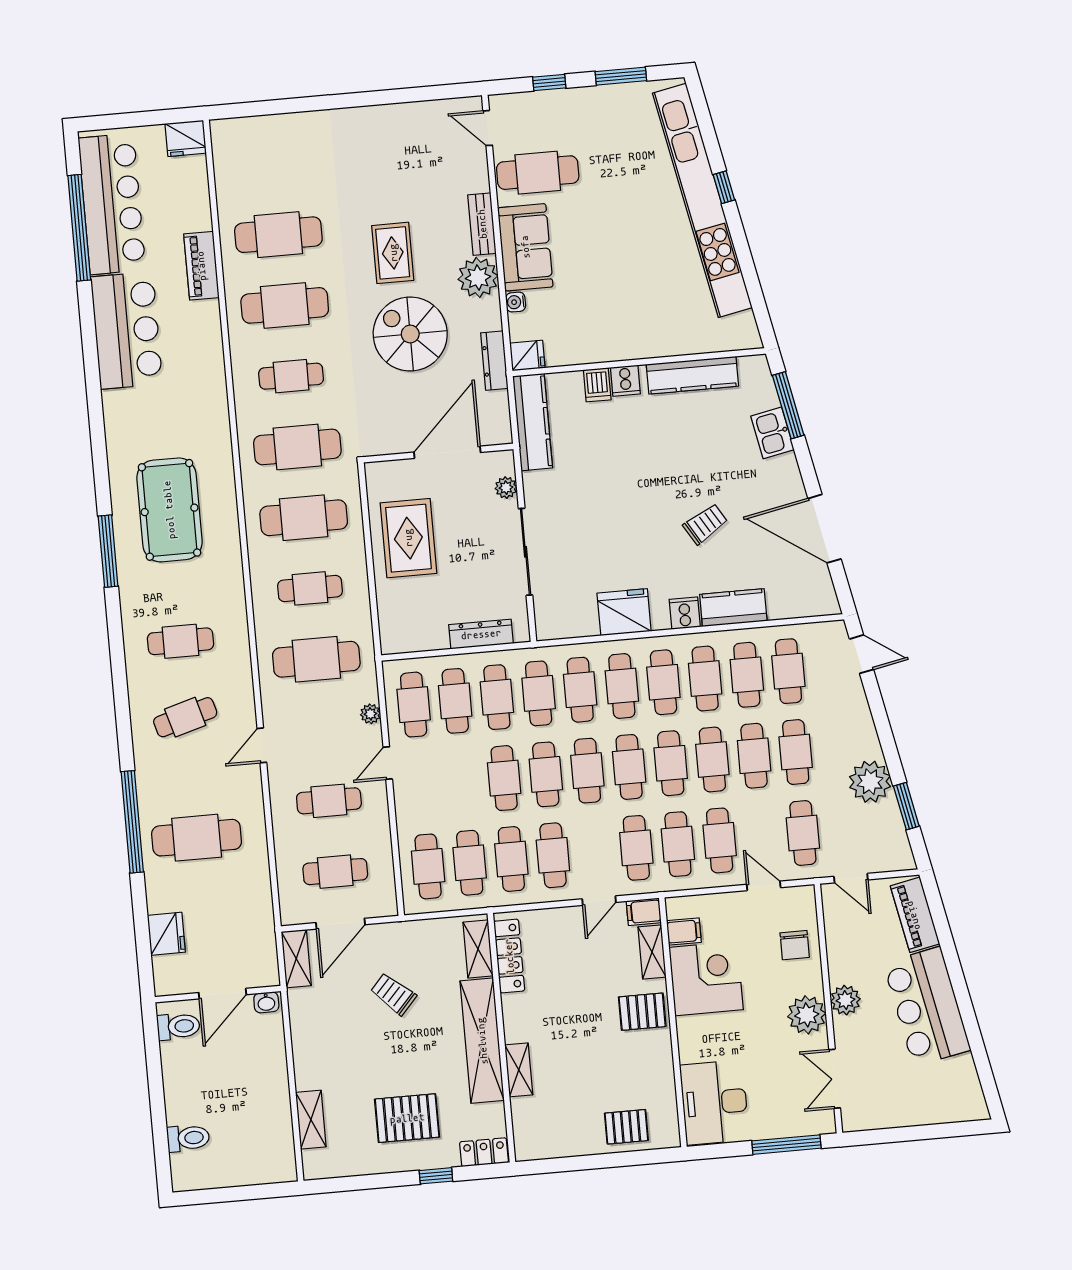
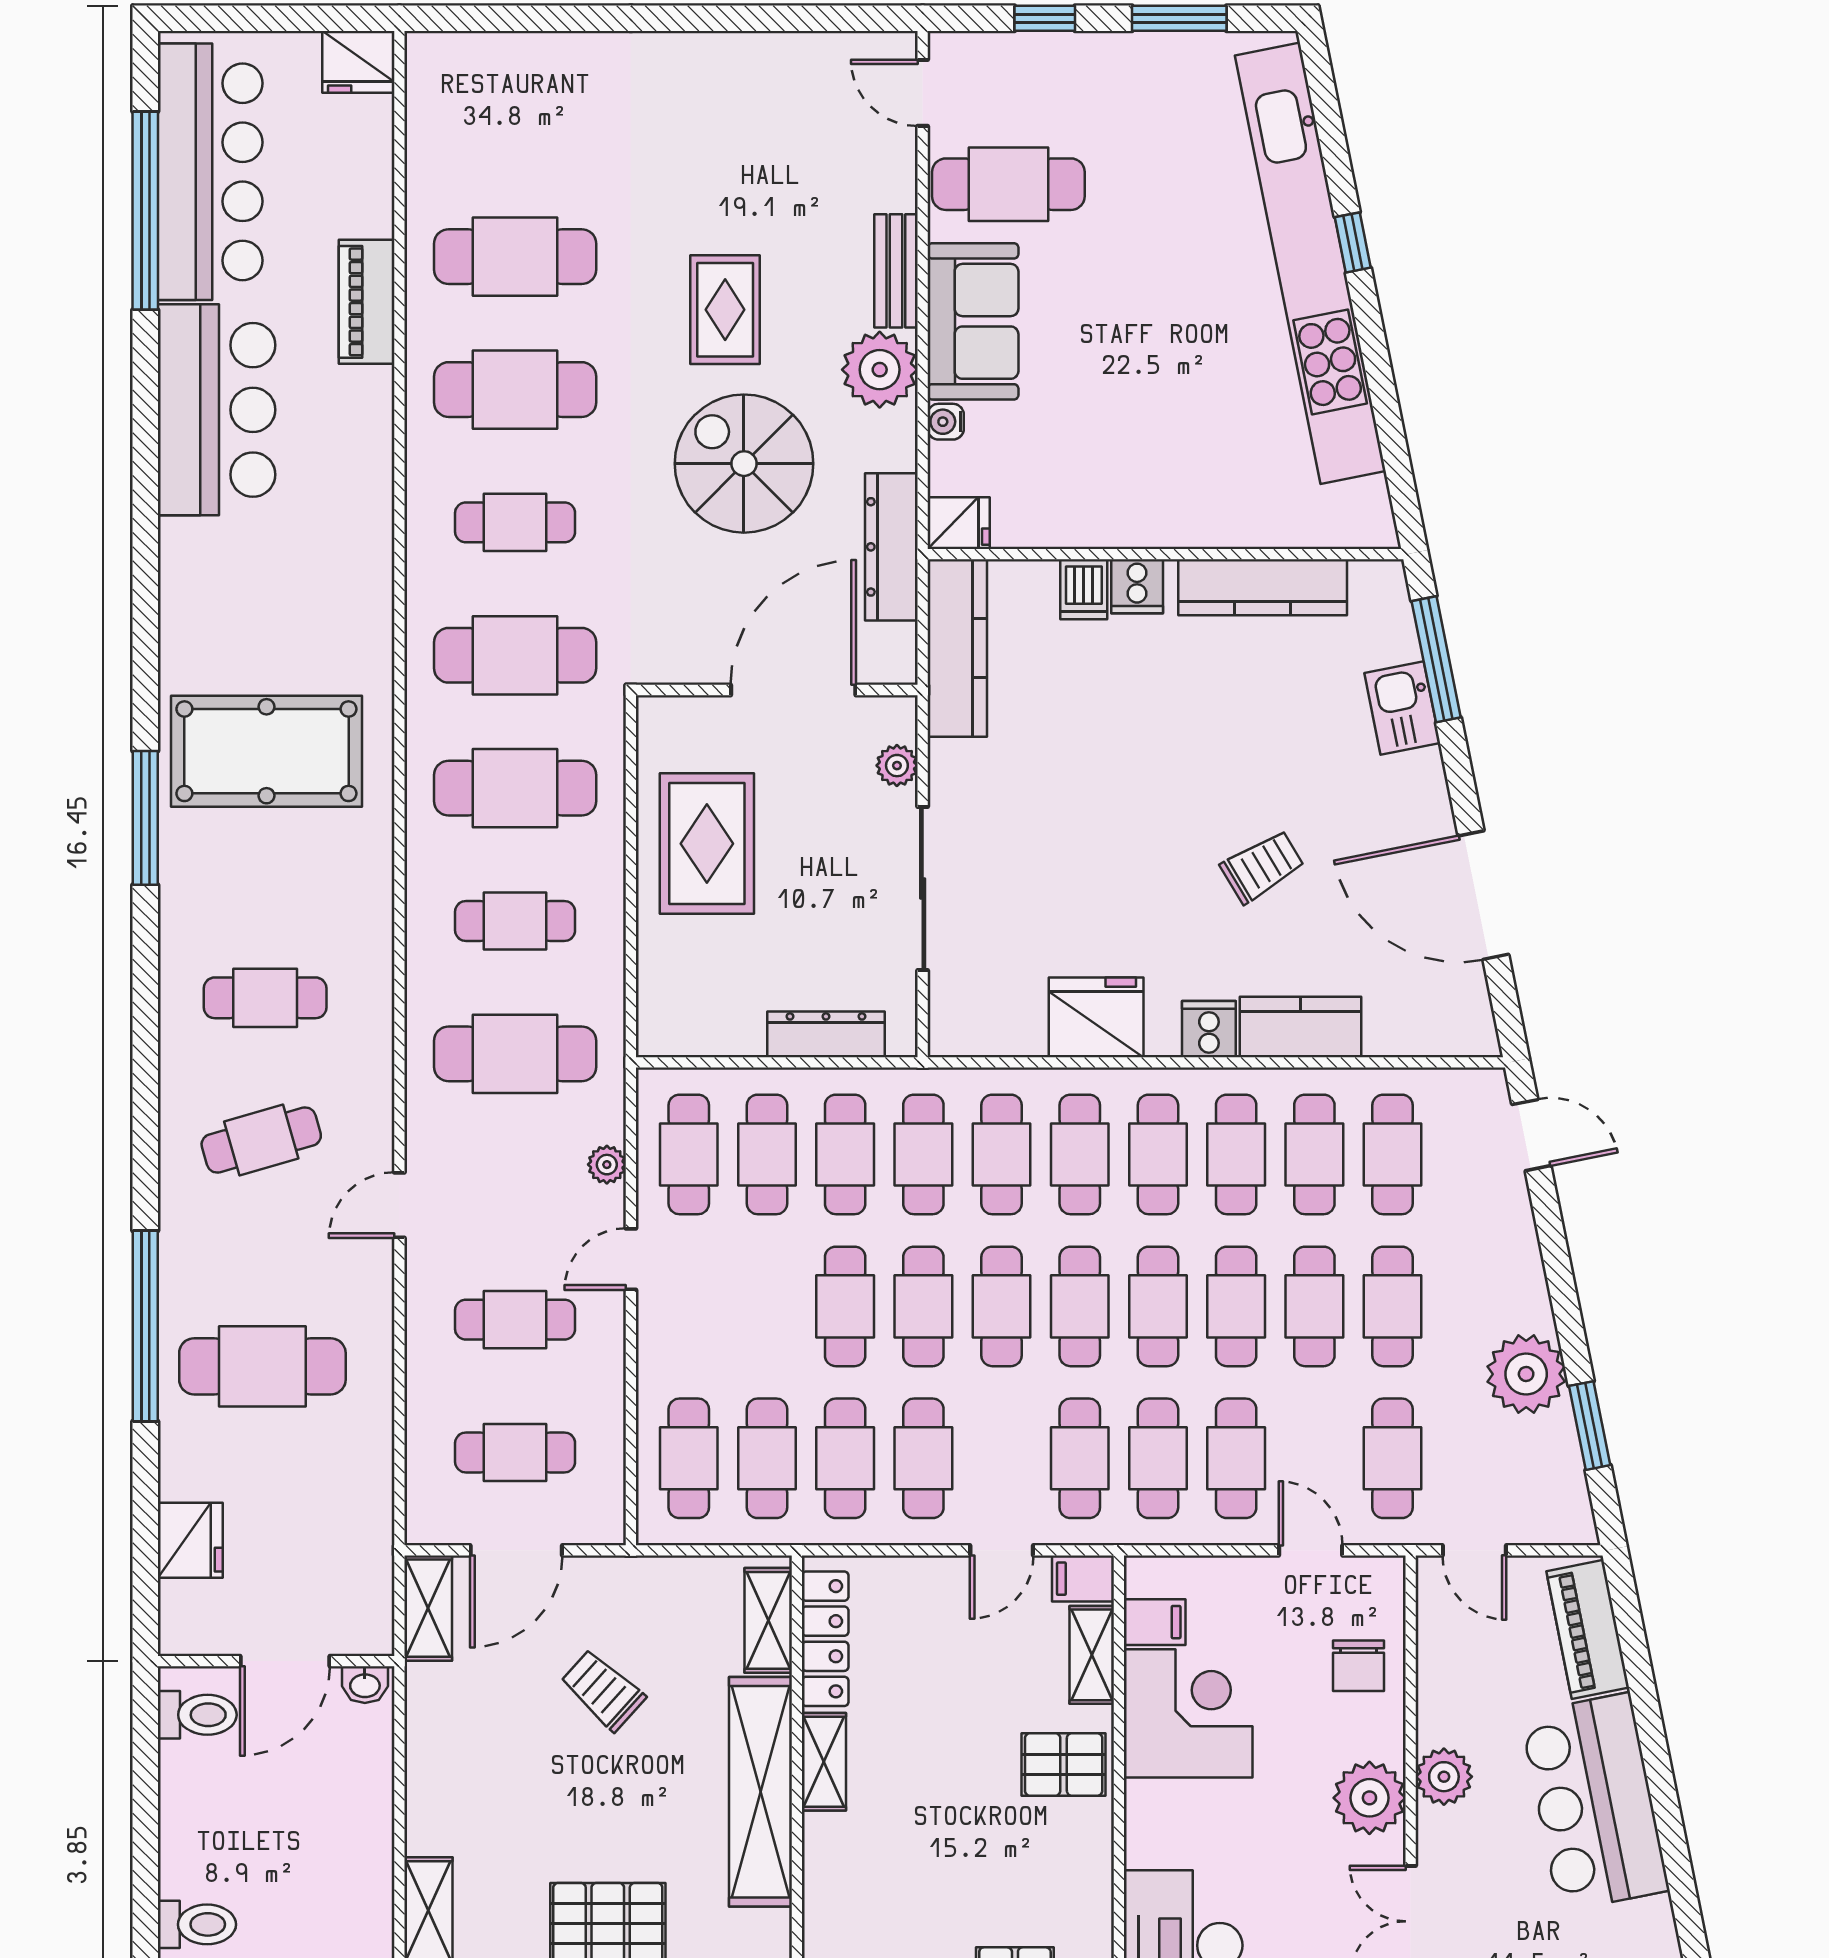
dresser: (494, 361) -> (891, 547), width x1.37, depth x1.24
pool table: (169, 510) -> (266, 751), turned 90
shelving: (519, 1070) -> (824, 1762), moved

